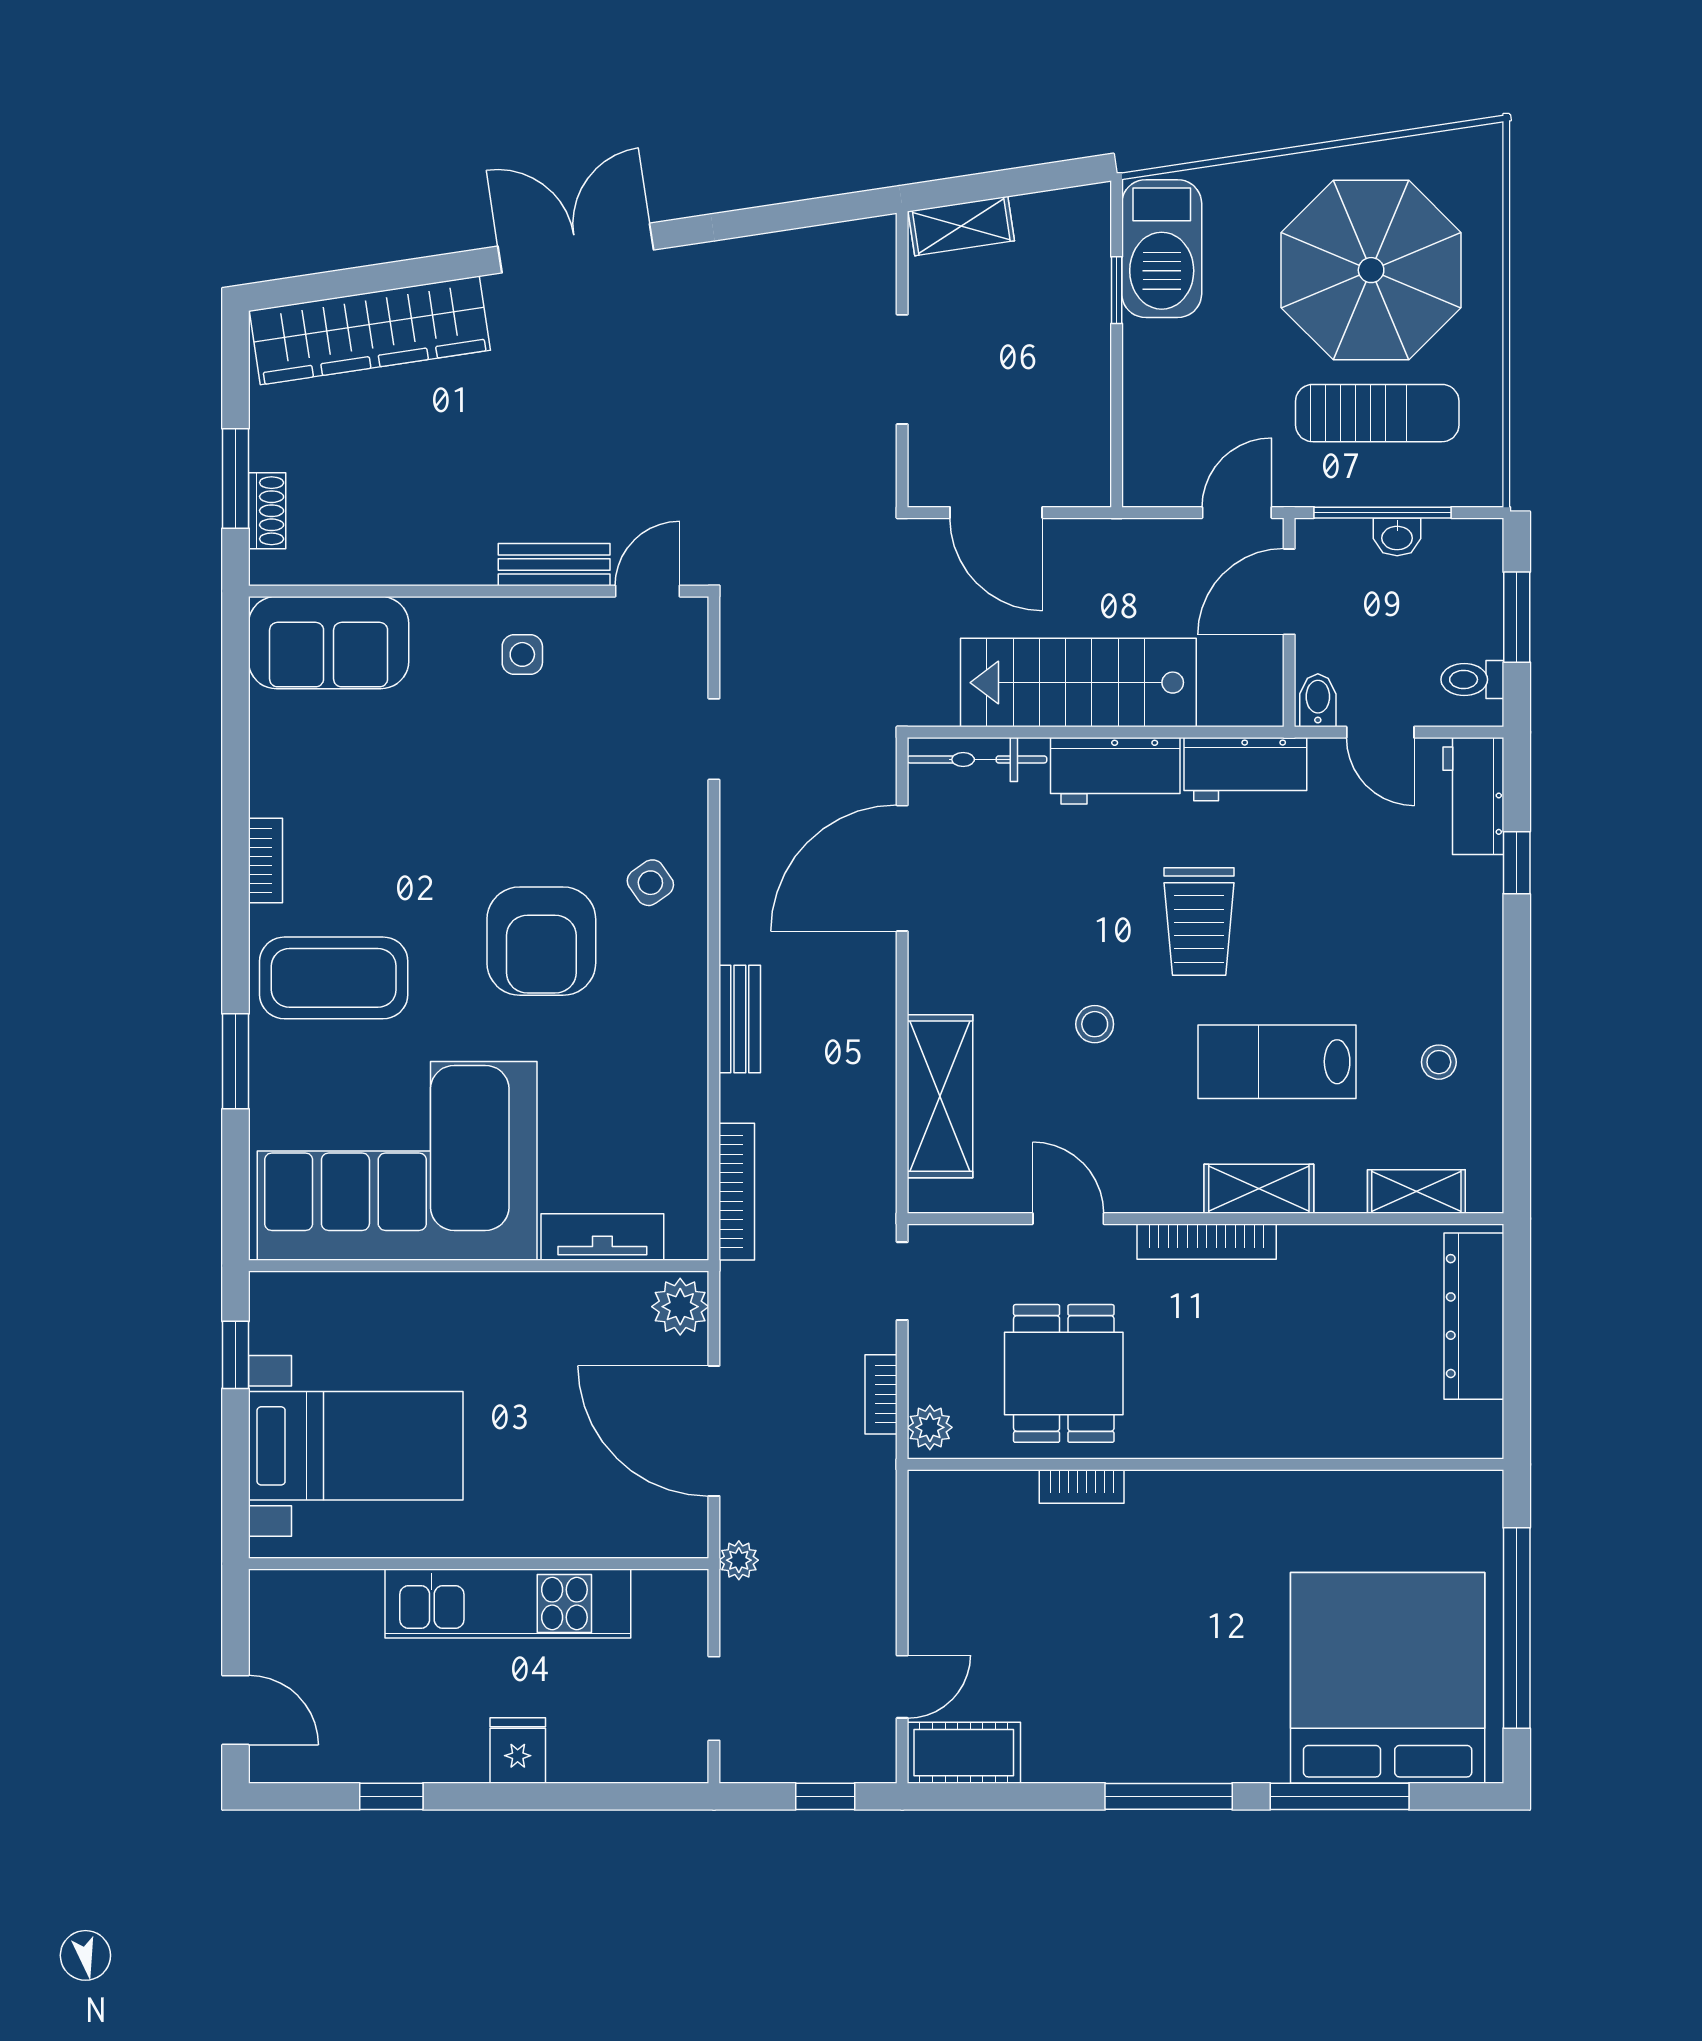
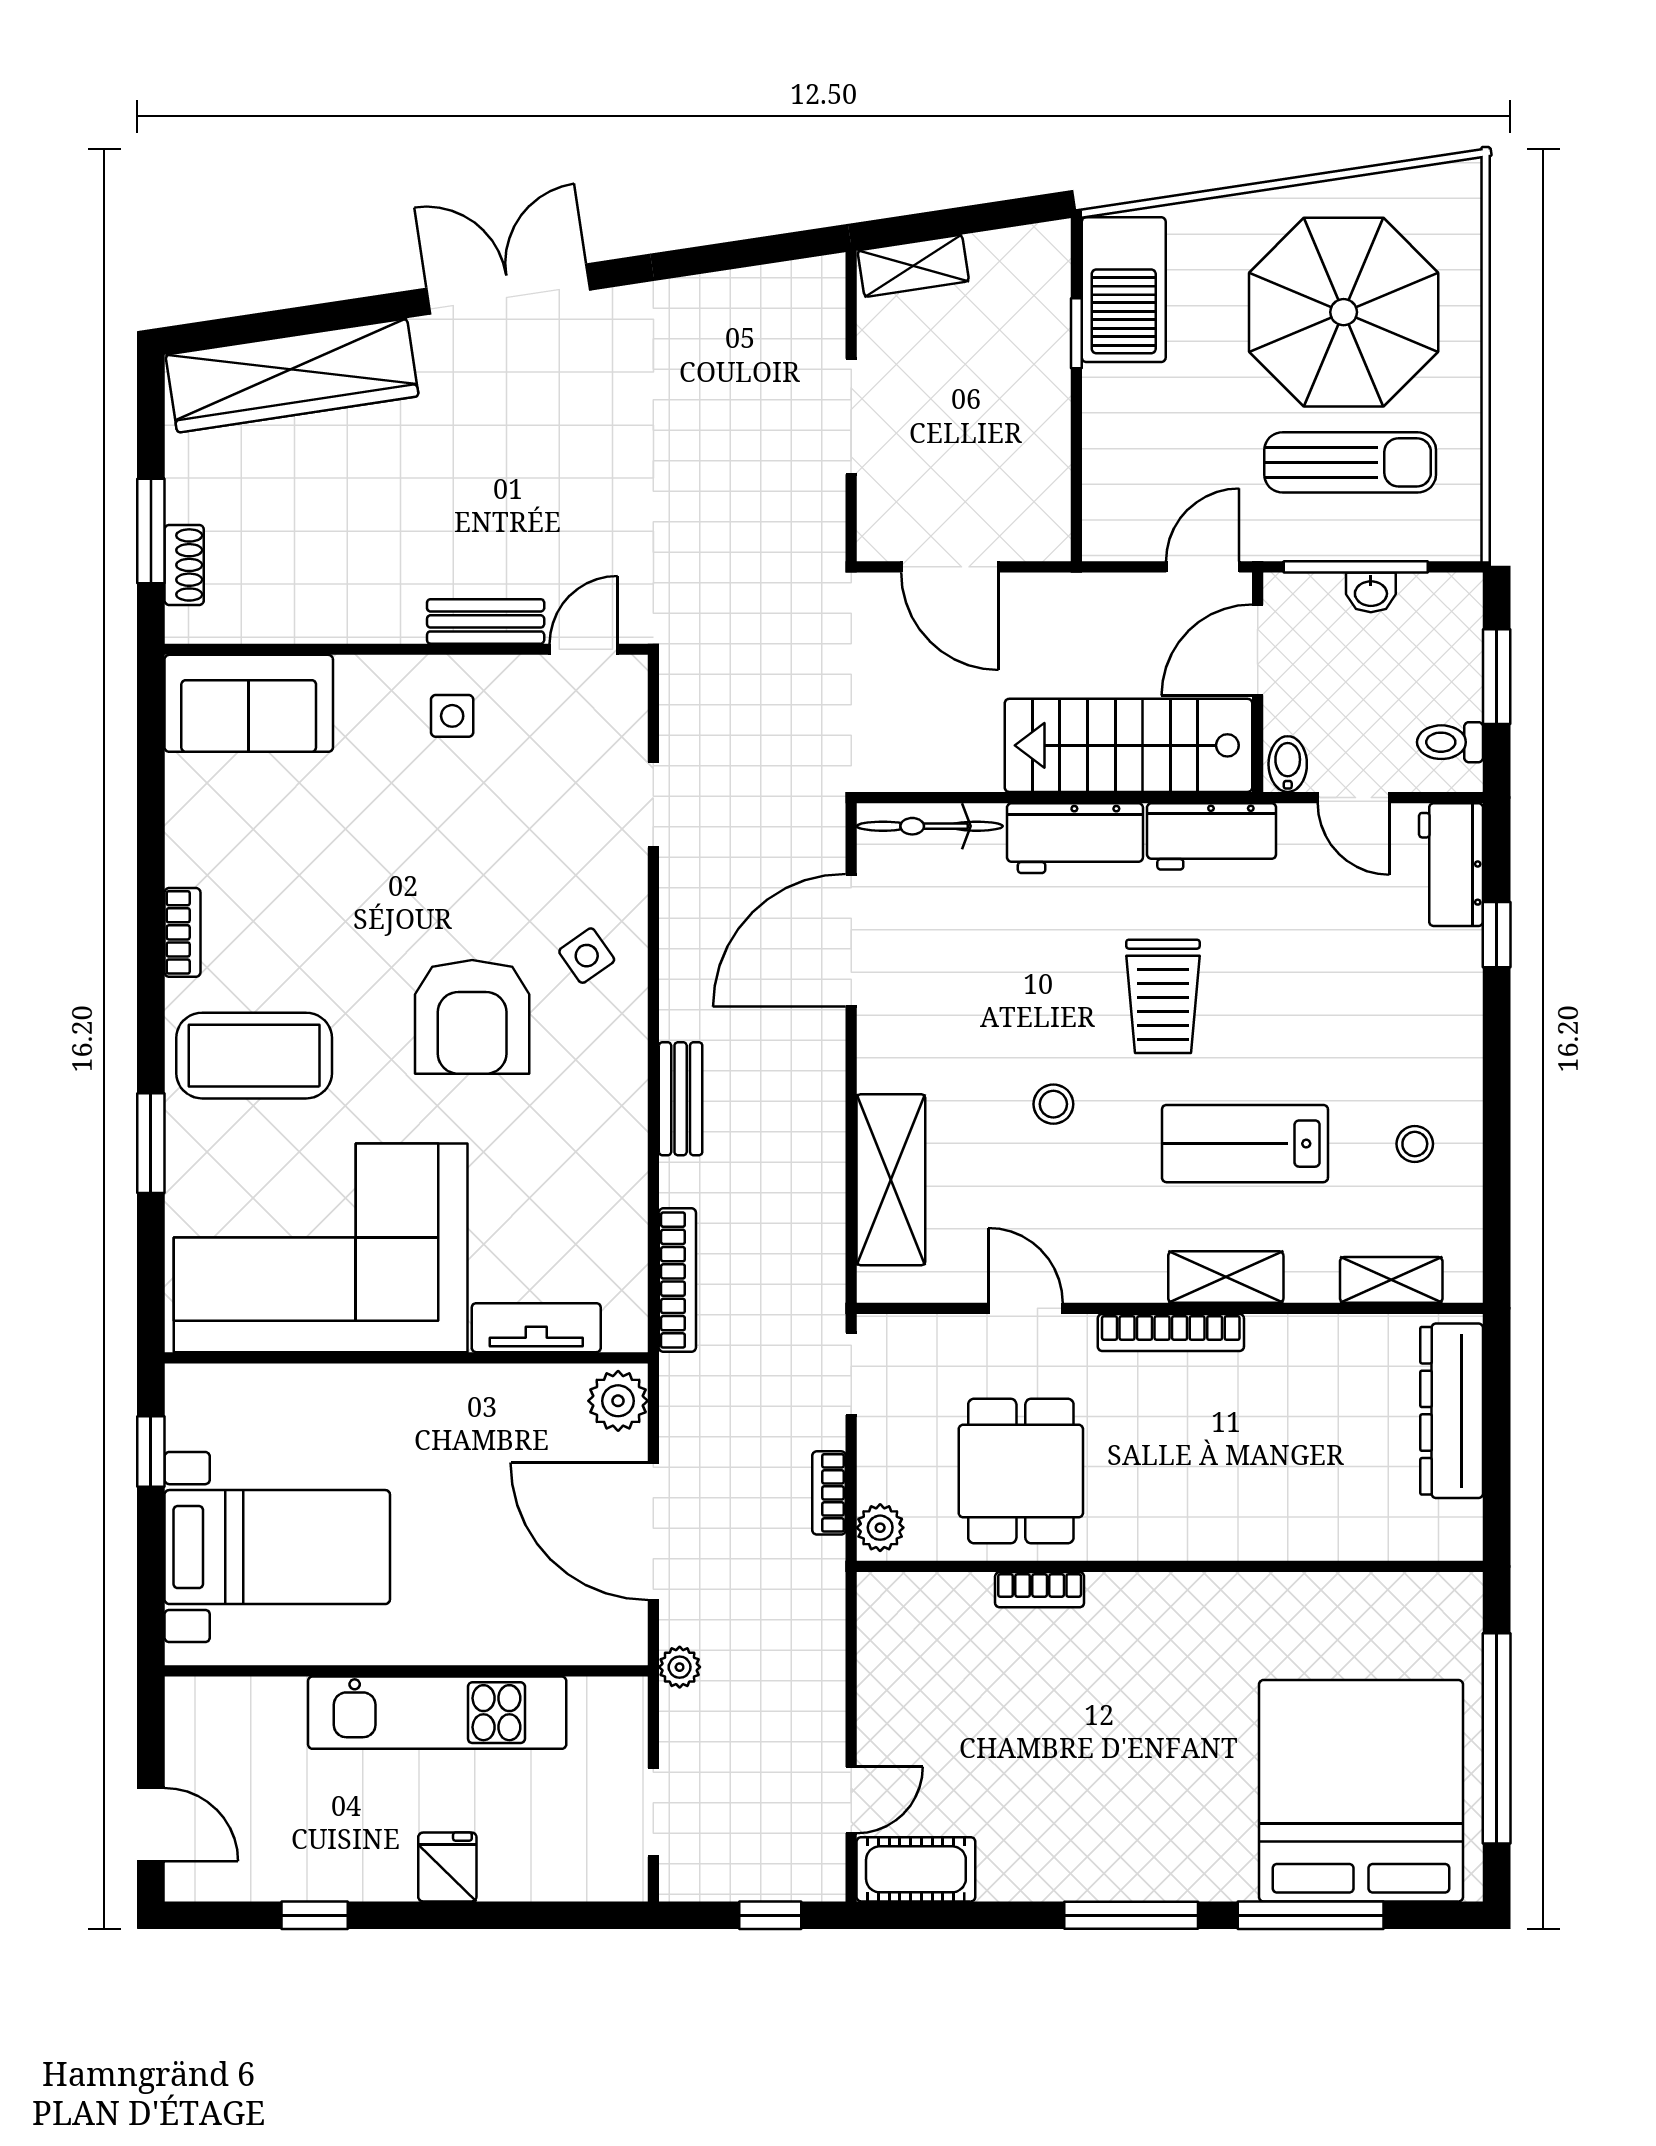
stairs: (1078, 683) -> (1128, 745), moved

